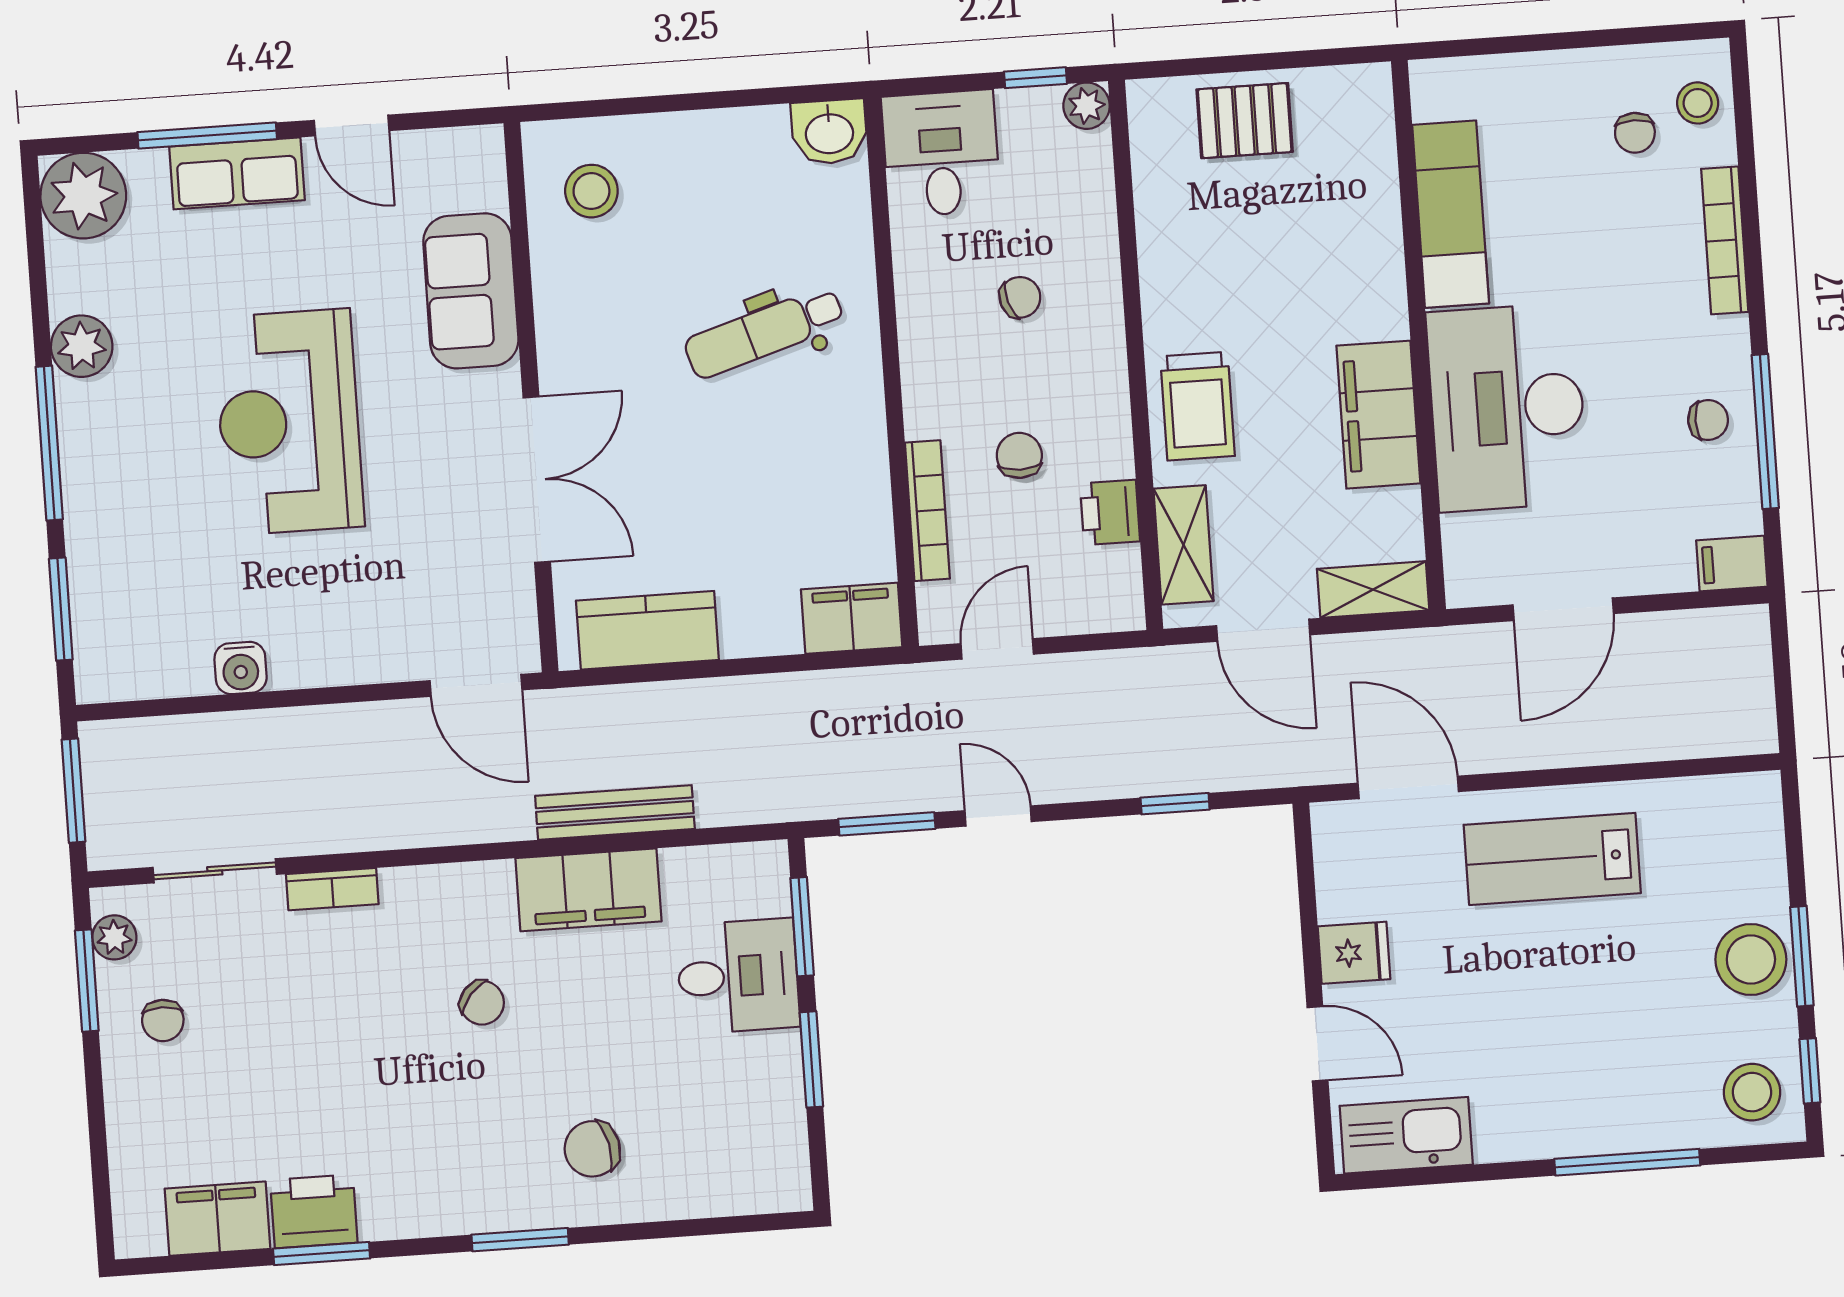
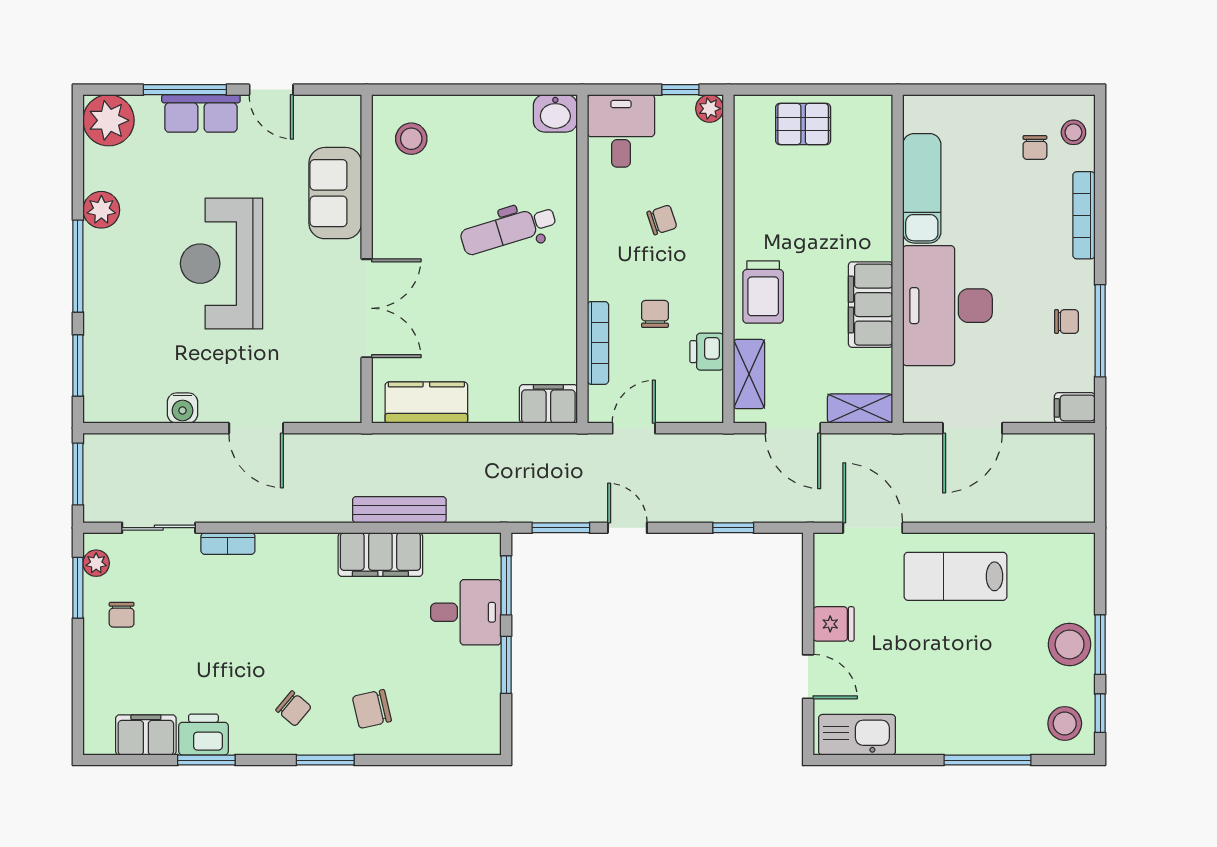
door: (476, 685) -> (256, 428), moved
chair: (482, 1003) -> (294, 709), moved

